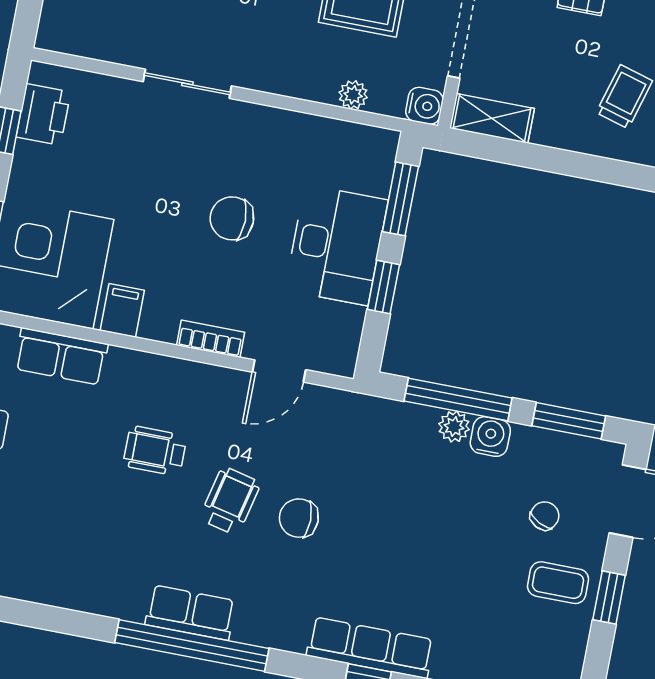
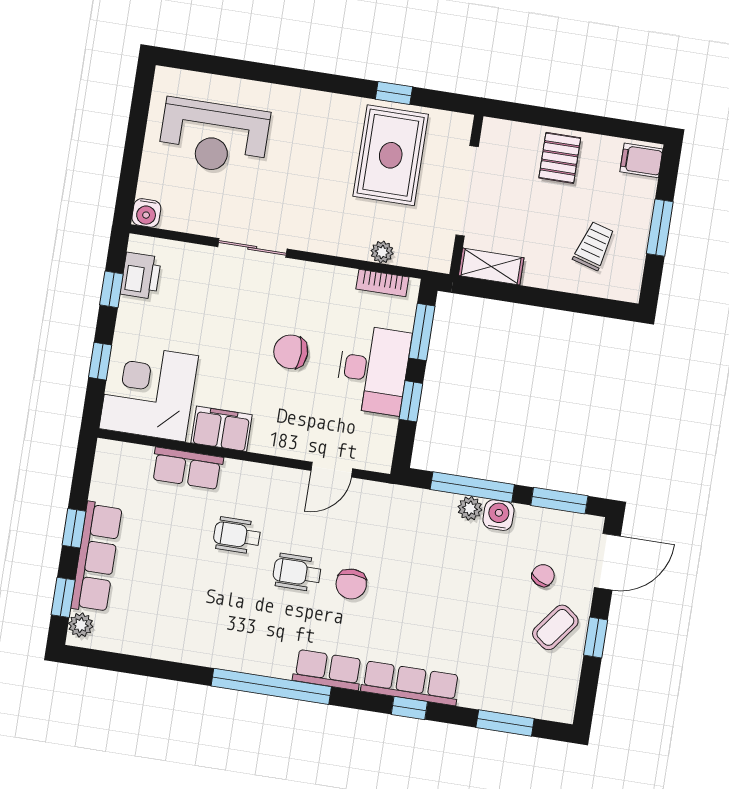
water cooler: (424, 106) -> (146, 213), moved, turned 90
filing cabinet: (122, 310) -> (222, 429), width x2.00
bookcase: (211, 339) -> (382, 283), moved, turned 180
row of seats: (61, 356) -> (187, 468), moved
wheelchair: (230, 501) -> (297, 572), turned -103
chair: (299, 518) -> (351, 584), turned -90
coffee table: (558, 583) -> (555, 627), turned -53
row of seats: (190, 613) -> (328, 670), moved

